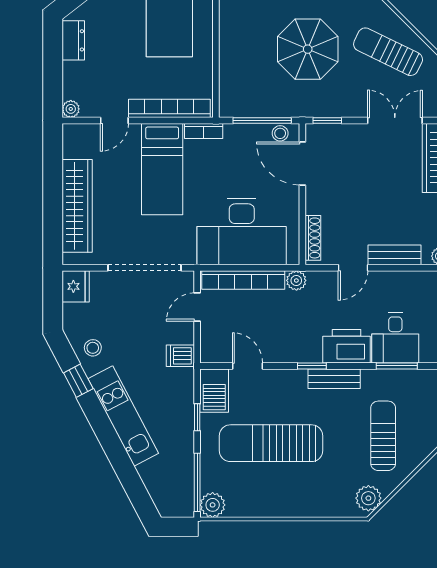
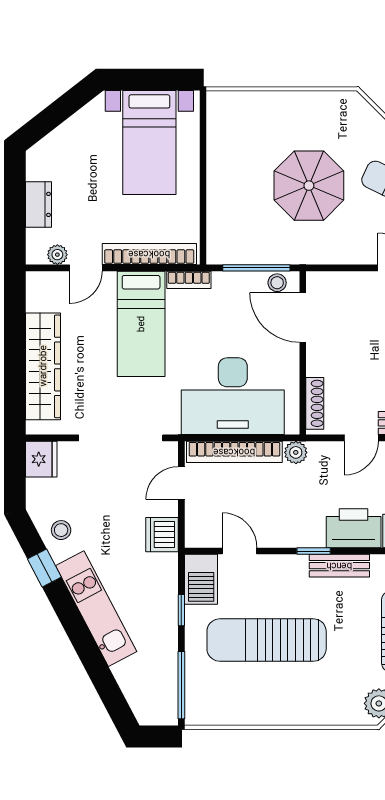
dresser: (73, 40) -> (38, 204), moved
plant: (71, 109) -> (57, 255), moved
window: (327, 120) -> (331, 268), removed
dishwasher: (180, 356) -> (162, 535), width x1.38
plant: (213, 505) -> (199, 711), removed

